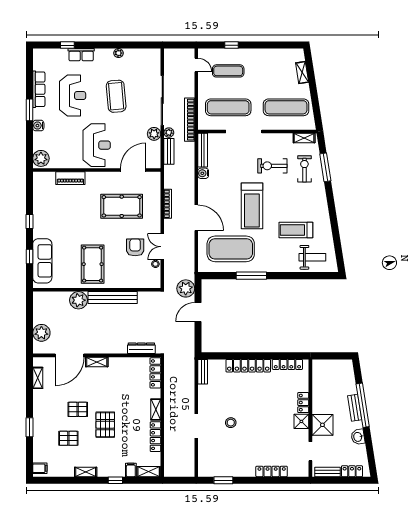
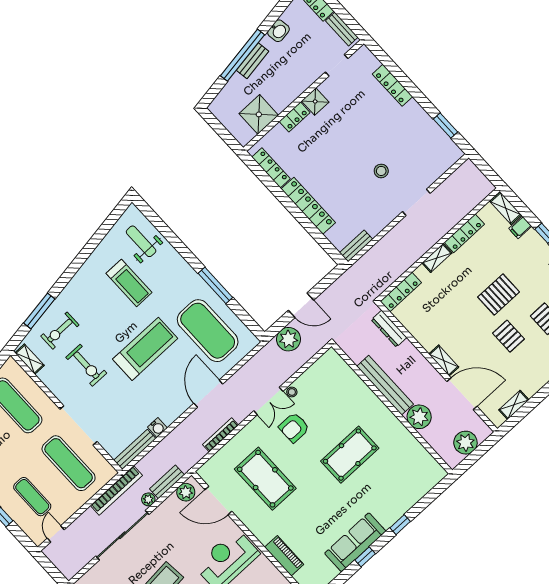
plant: (154, 134) -> (186, 492), moved
sofa: (42, 261) -> (355, 542), moved
wall: (97, 290) -> (392, 408), moved
bench: (113, 298) -> (385, 385), moved
plant: (78, 300) -> (419, 417), moved
shower: (322, 425) -> (259, 114), moved

